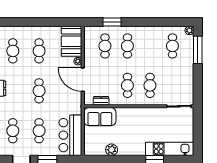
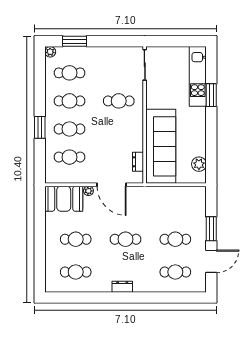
window: (112, 22) -> (40, 127), moved
window: (198, 50) -> (74, 41), width x0.69
door: (83, 80) -> (112, 185), hinge flipped
cafe table: (127, 85) -> (69, 101), moved
sofa: (100, 117) -> (161, 146), width x1.85, depth x1.27
bar counter: (70, 135) -> (181, 200), removed
plant: (112, 150) -> (199, 164), moved

